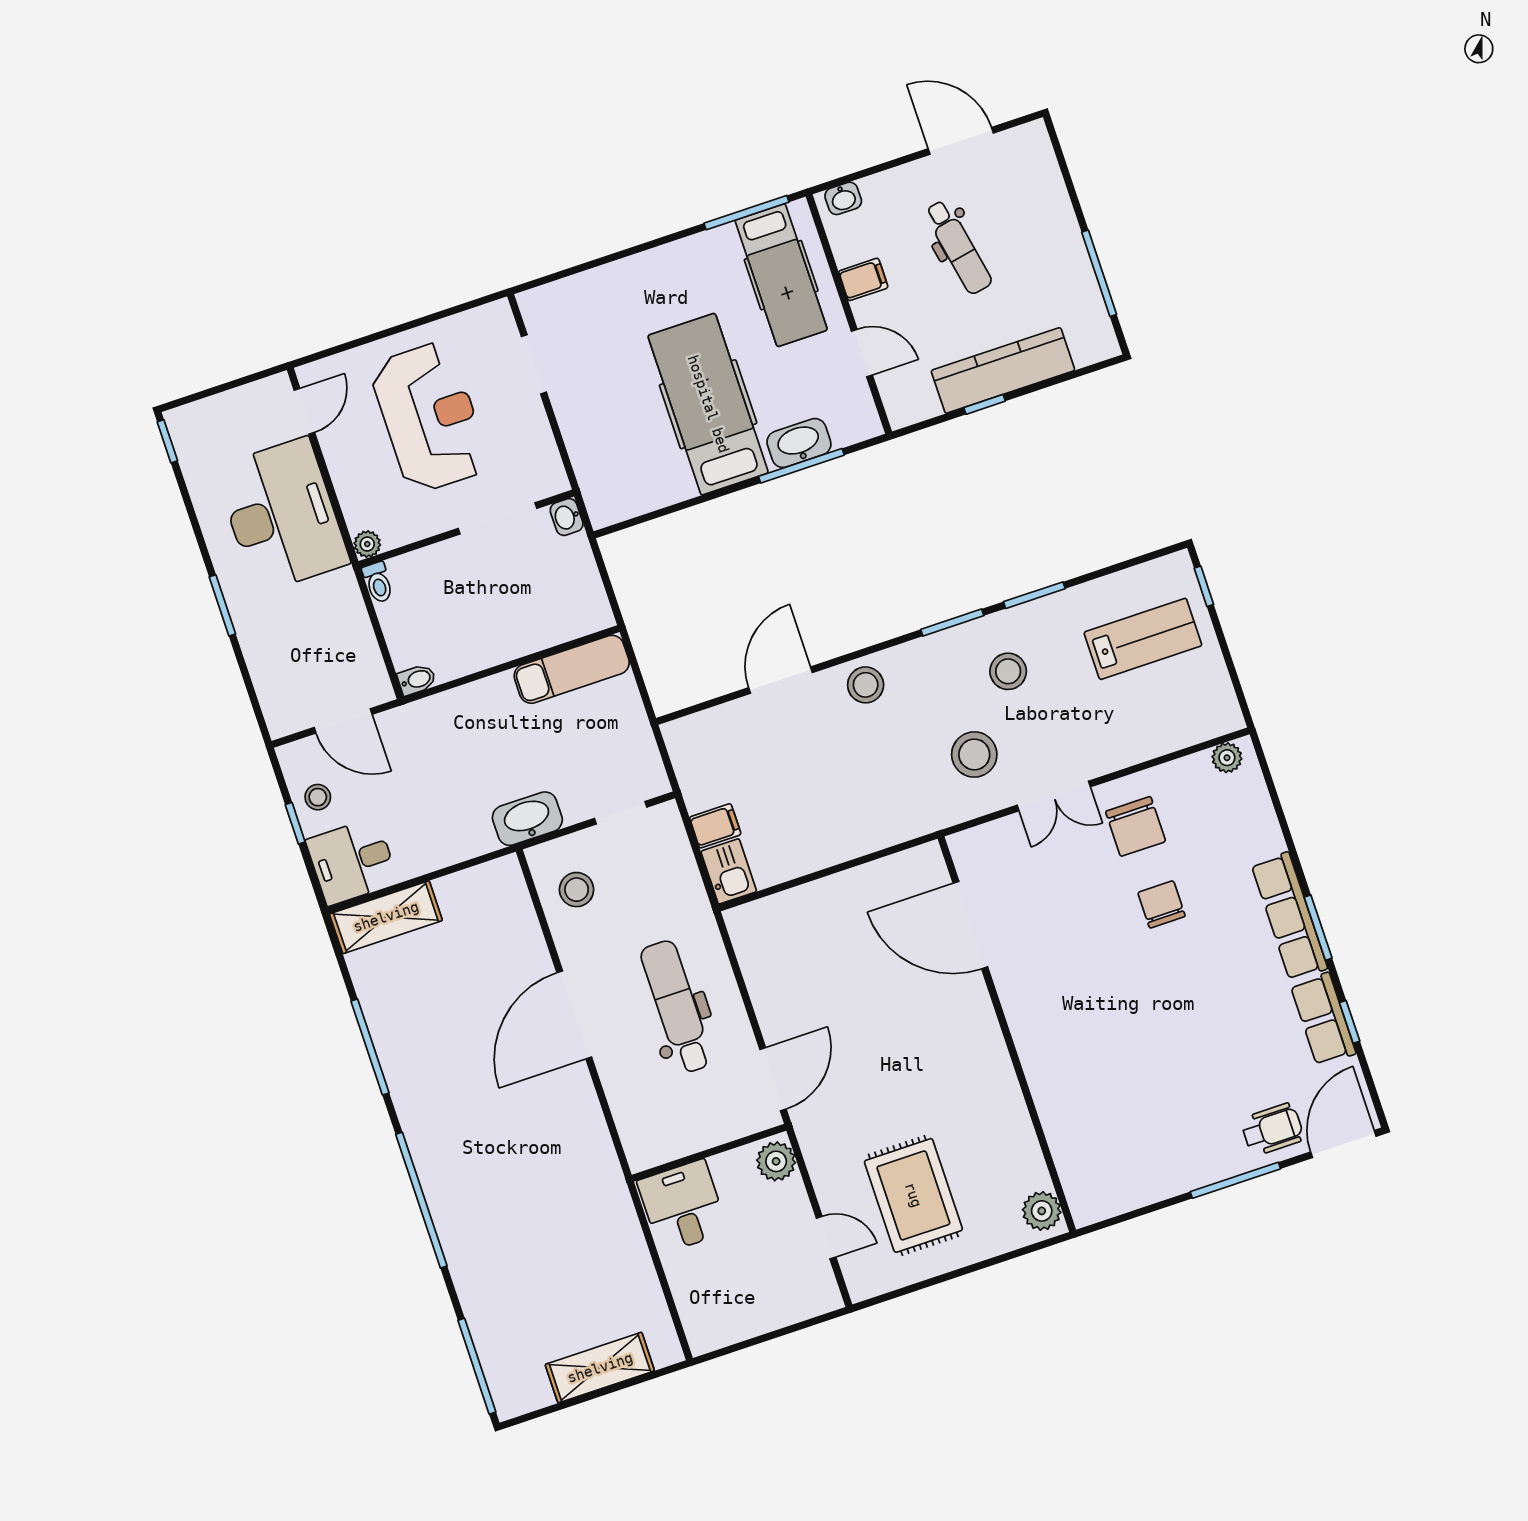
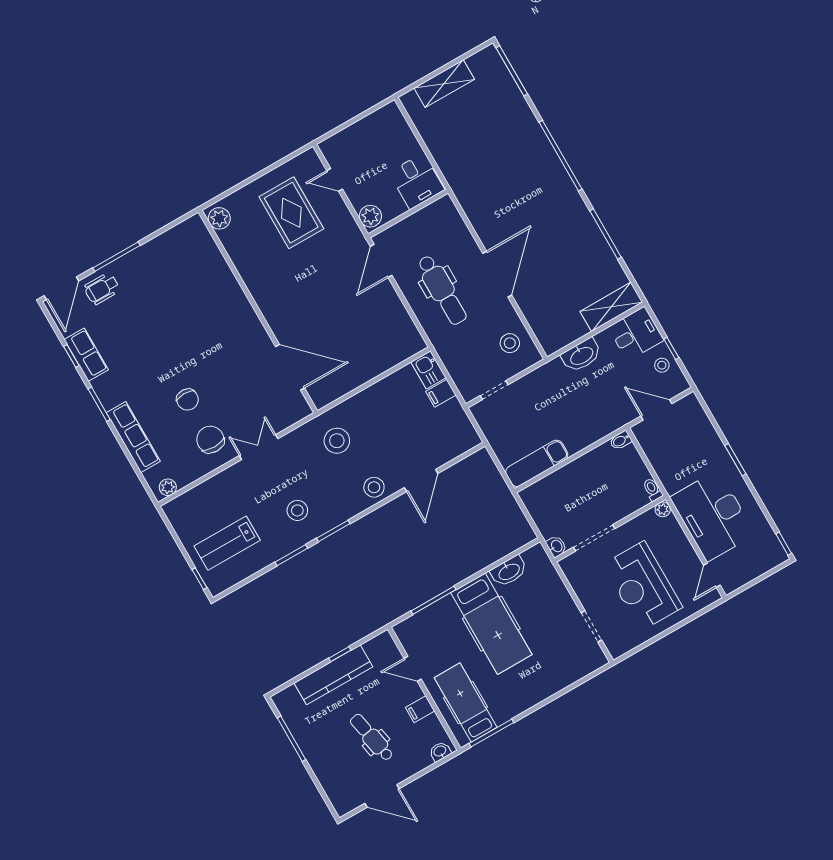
washbasin: (799, 443) -> (509, 571), moved
stool: (974, 754) -> (337, 441), moved
washbasin: (527, 819) -> (581, 355), moved
row of seats: (1289, 916) -> (133, 437), moved

